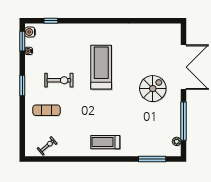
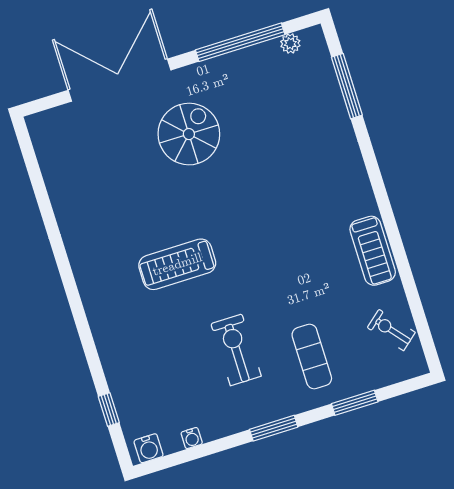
window: (22, 41) -> (355, 403), moved
treadmill: (101, 67) -> (177, 264), width x0.73, depth x0.73
spiral stairs: (153, 89) -> (189, 134), turned 90
treadmill: (105, 142) -> (373, 251), moved

